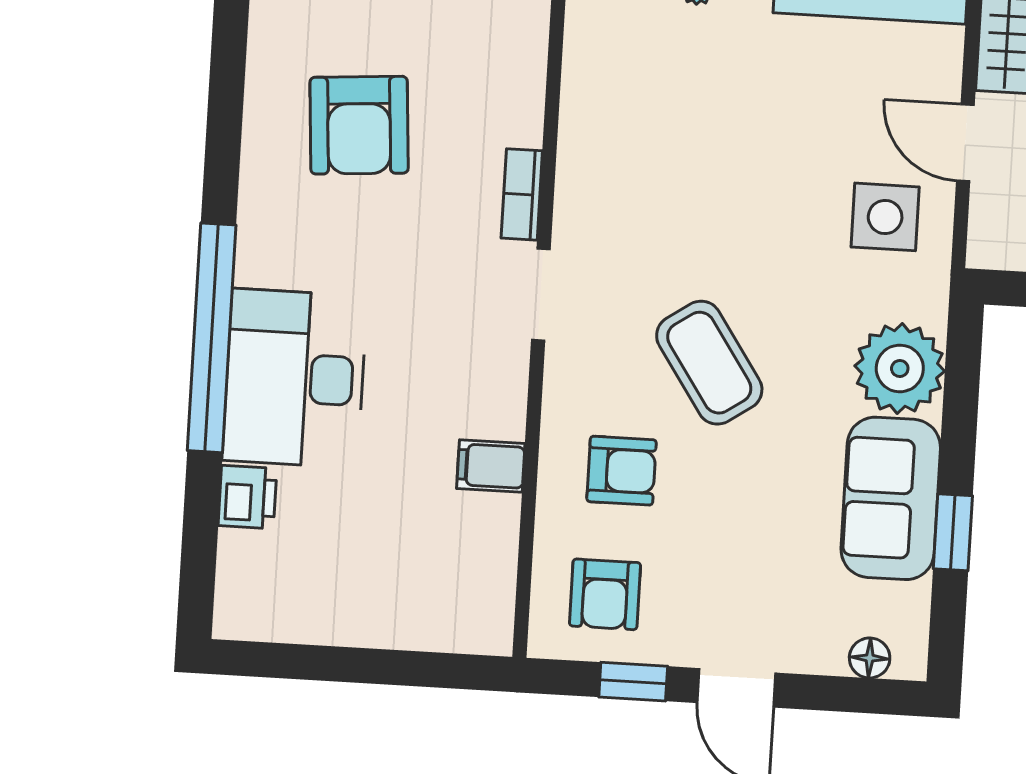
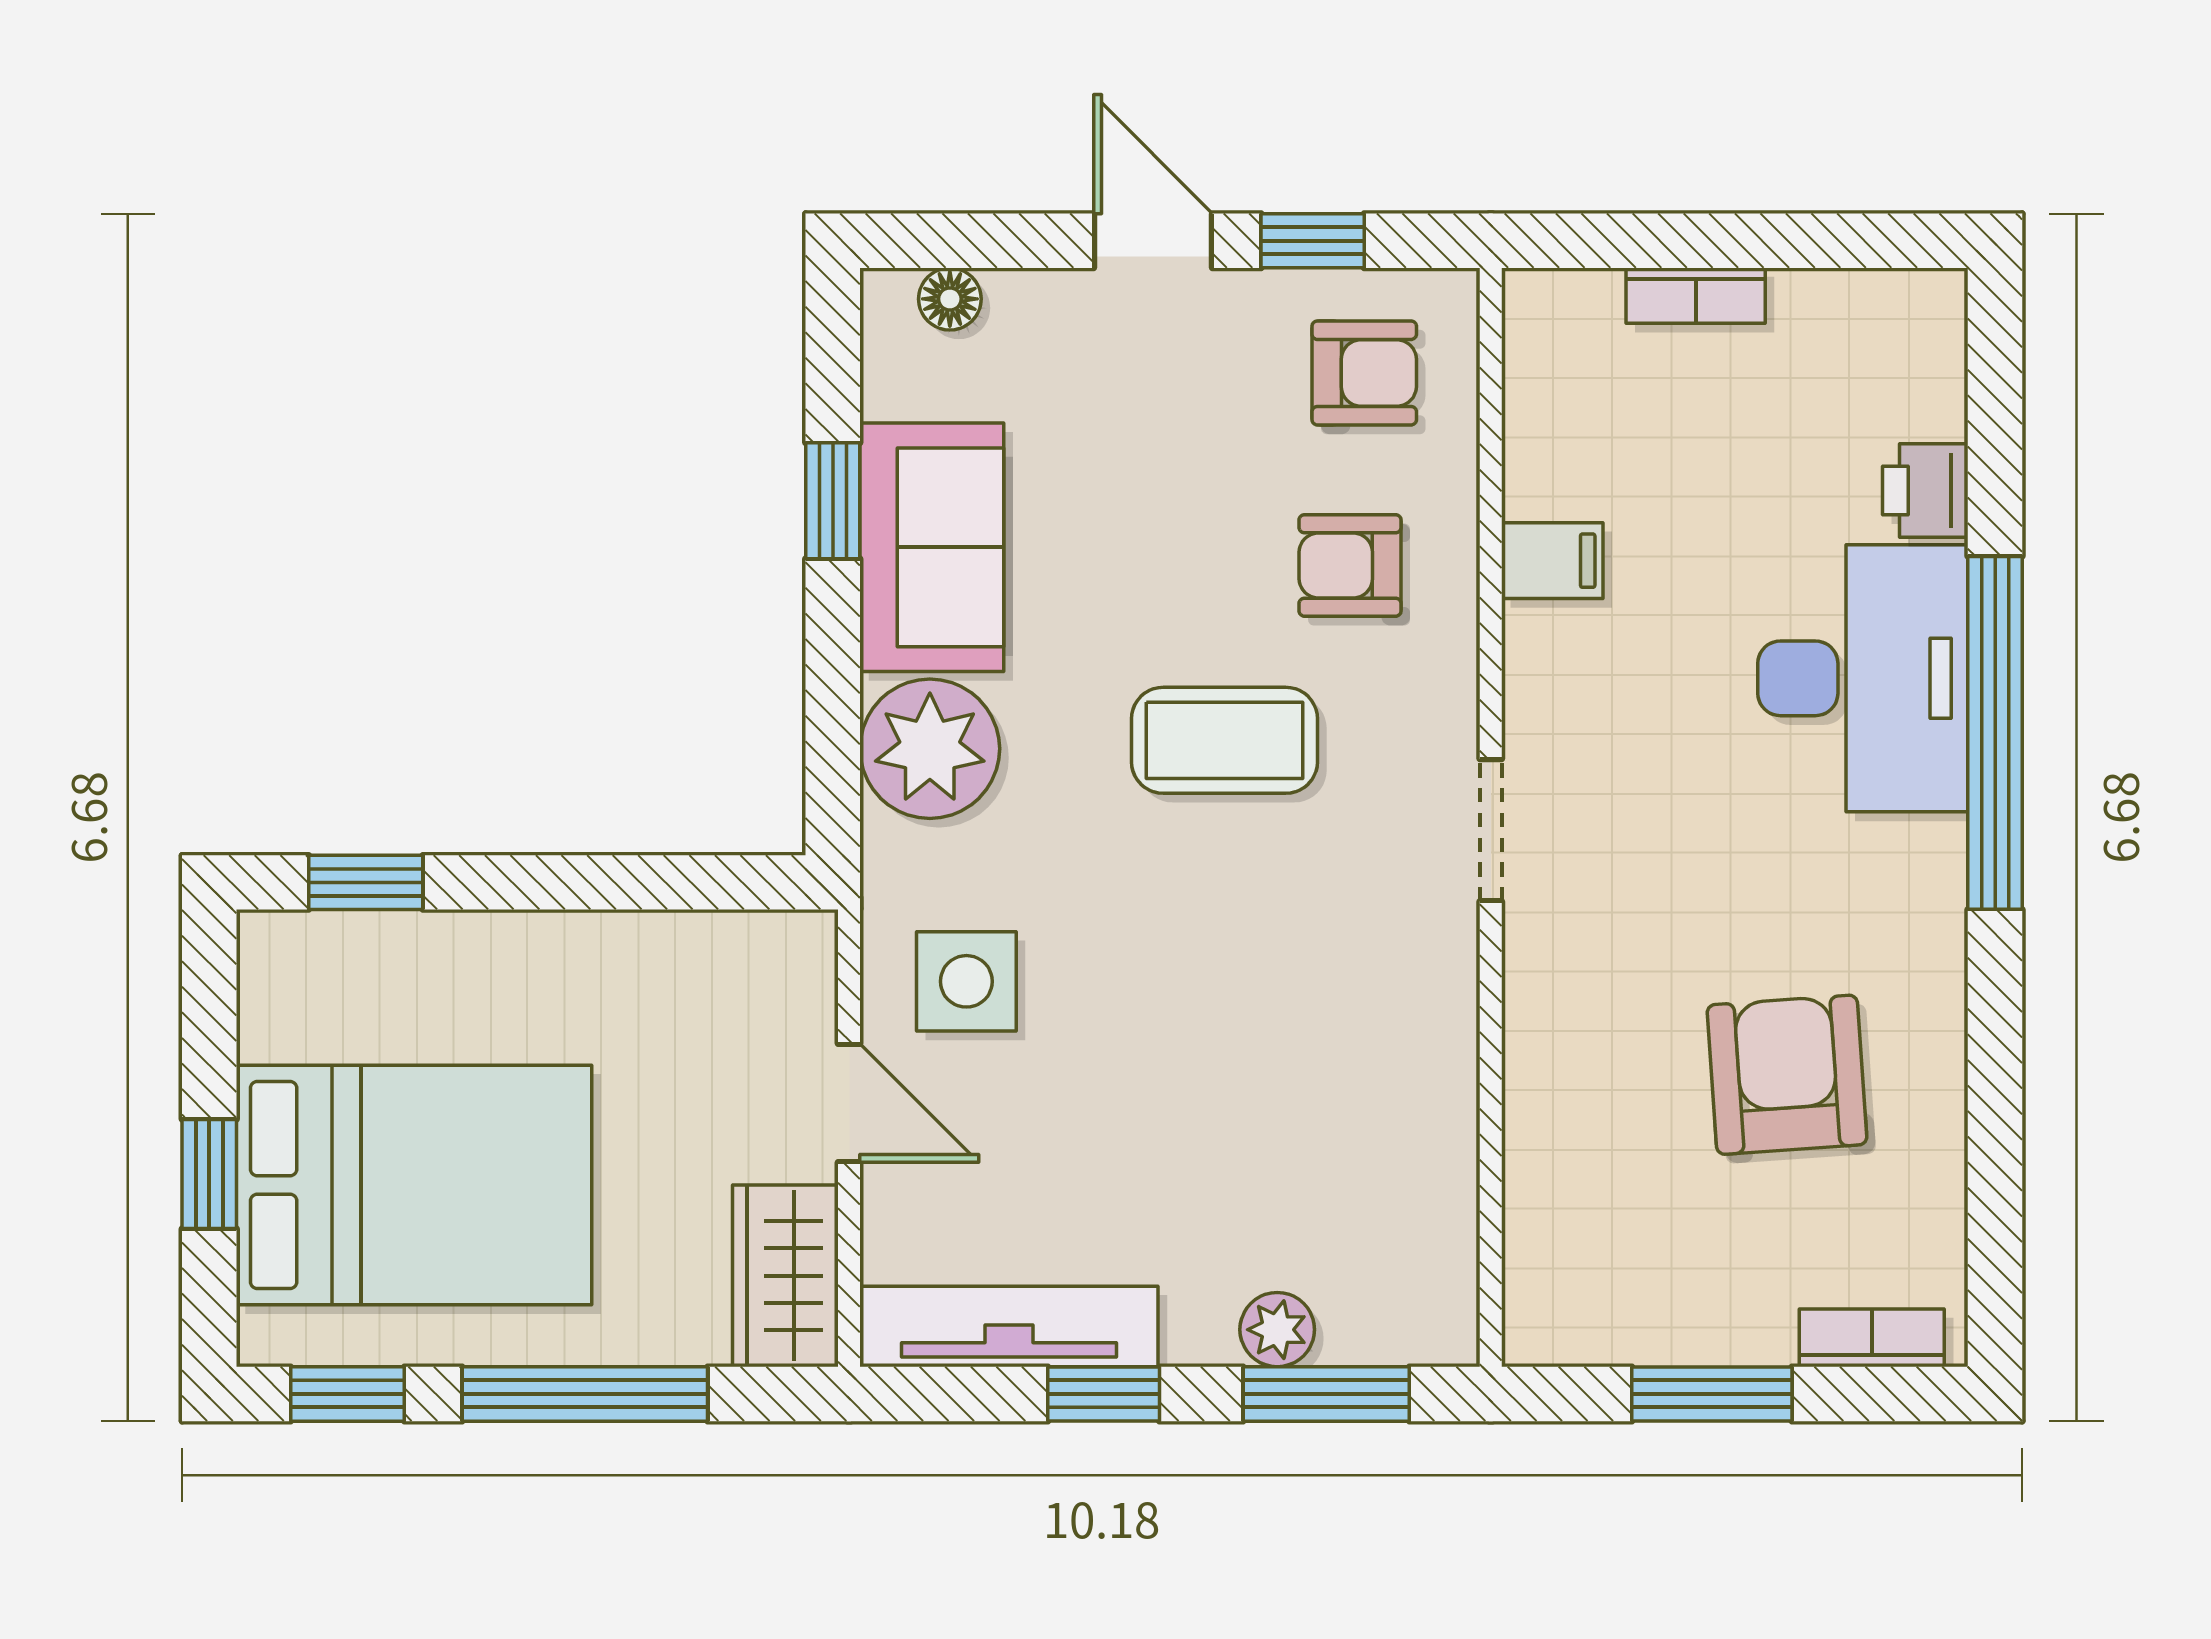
bookcase: (522, 194) -> (1696, 296), moved, turned 90
coffee table: (709, 363) -> (1224, 740), turned -56
armchair: (605, 594) -> (1364, 373), turned 90

